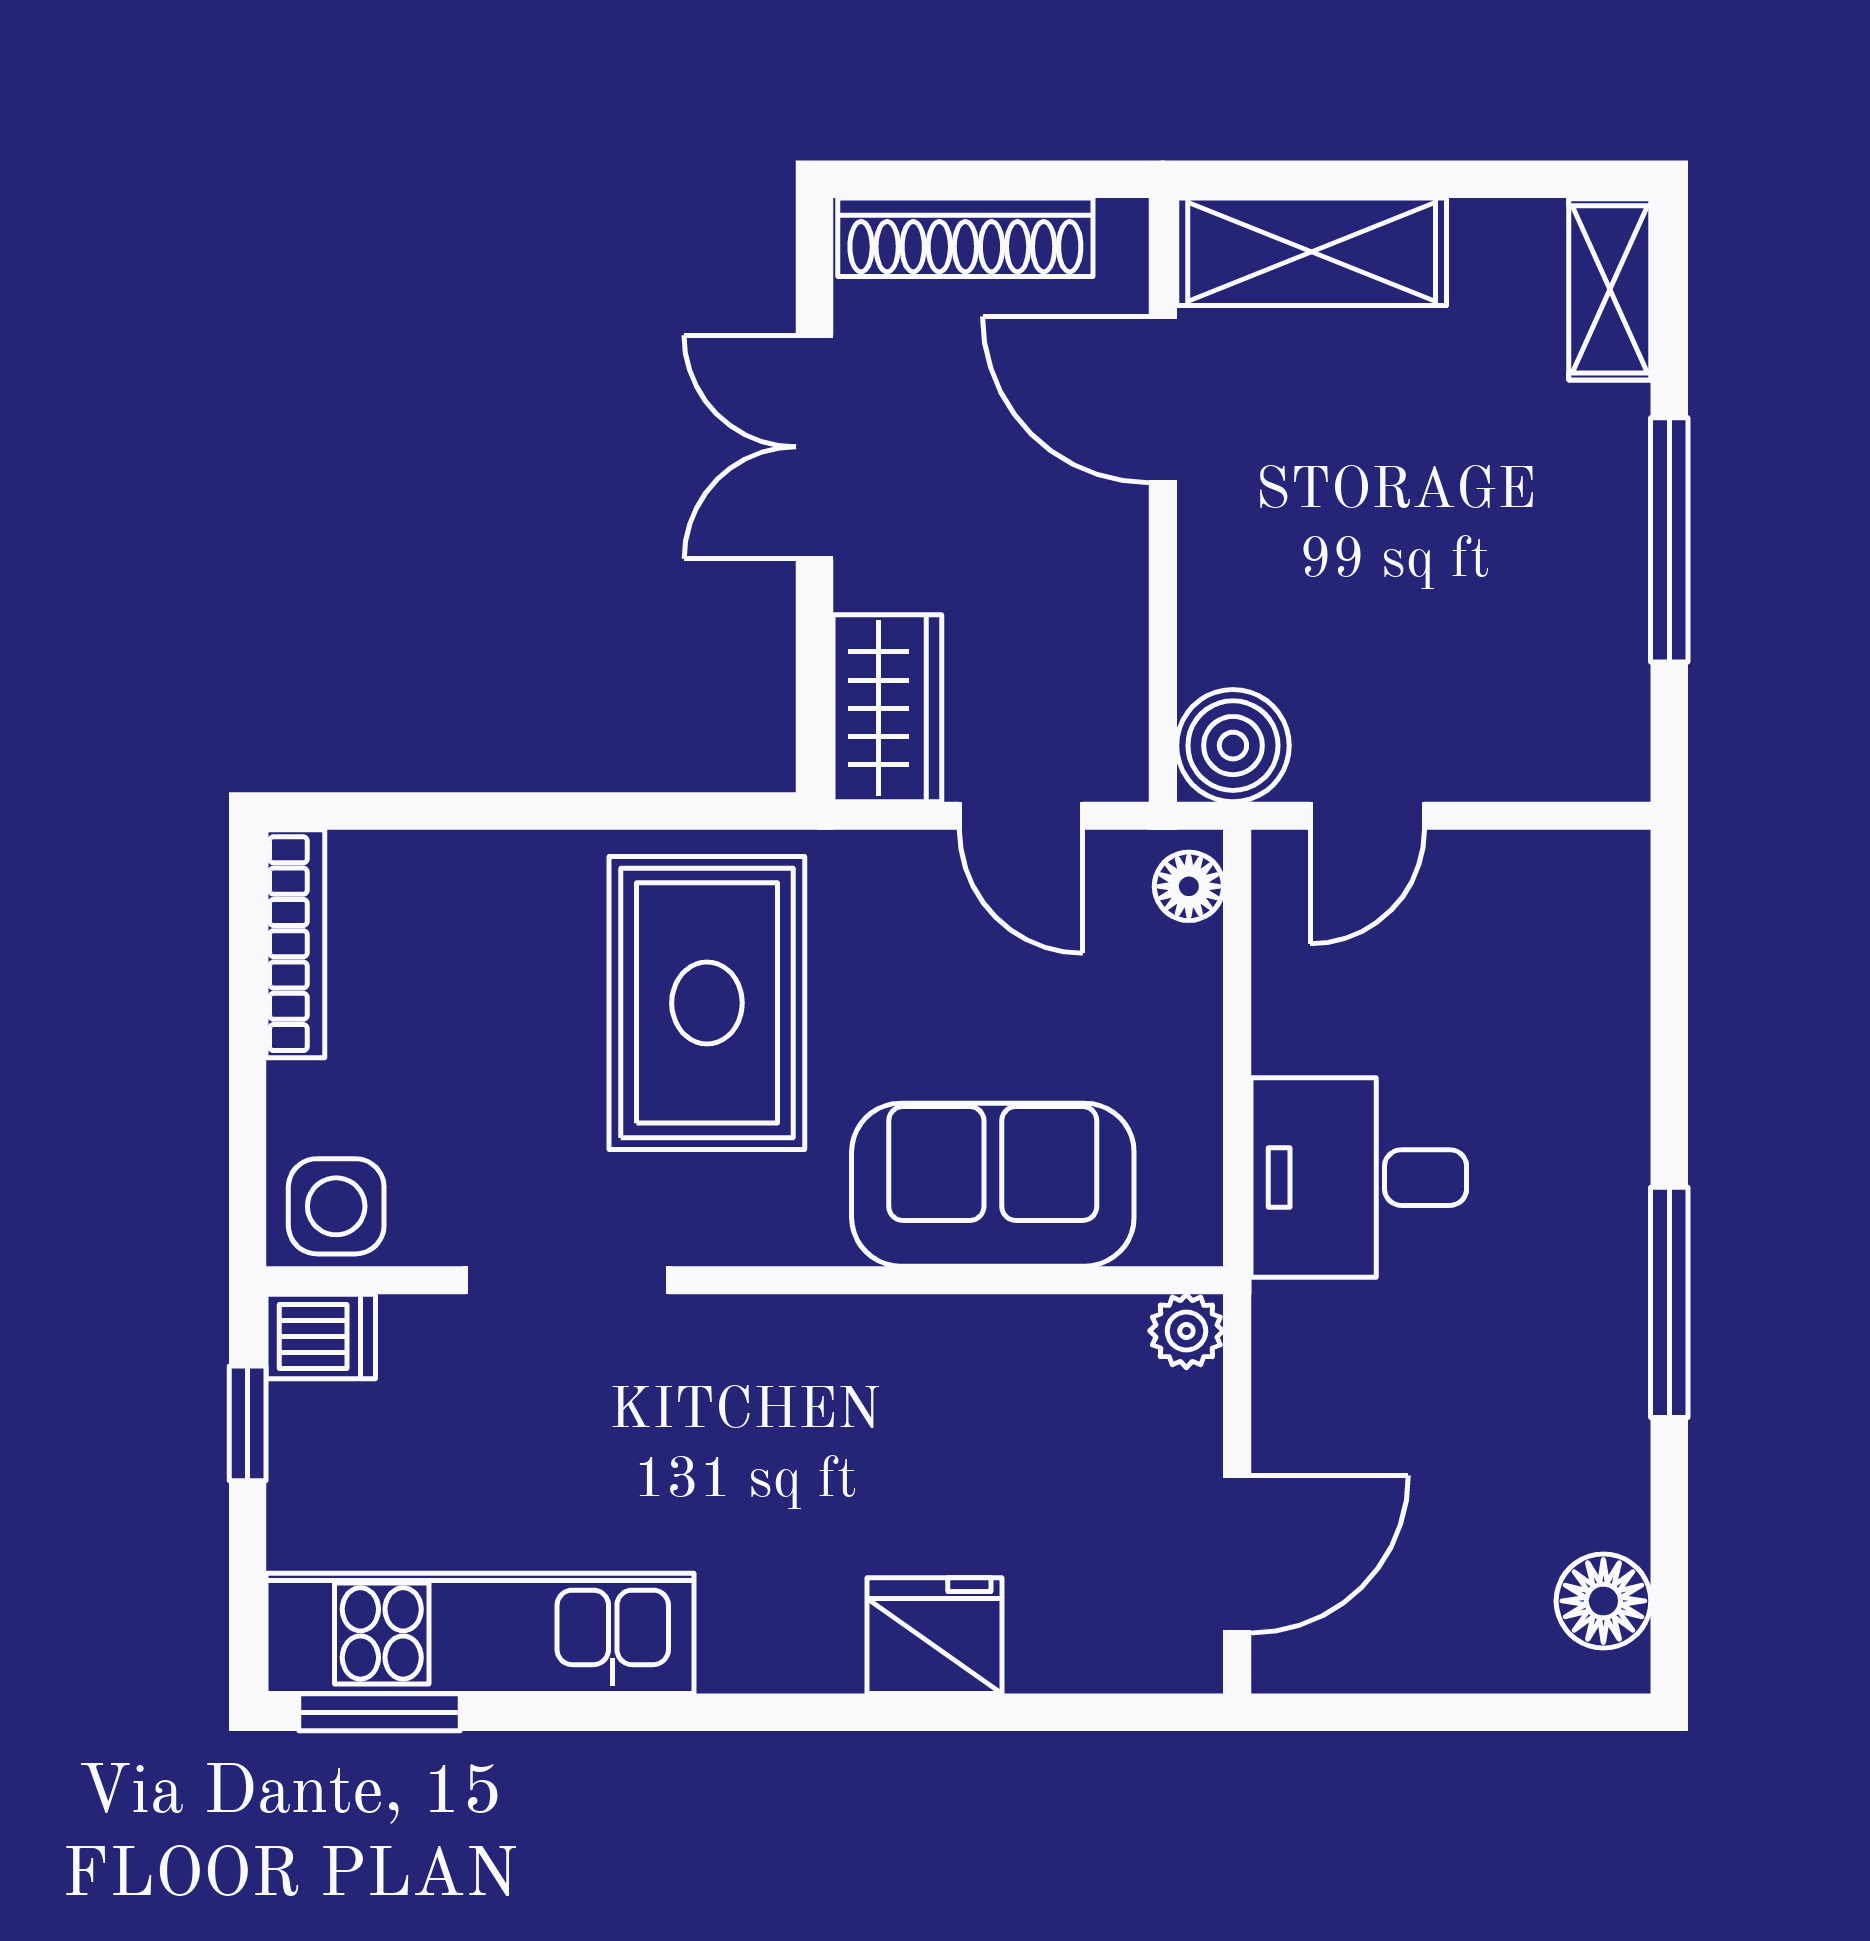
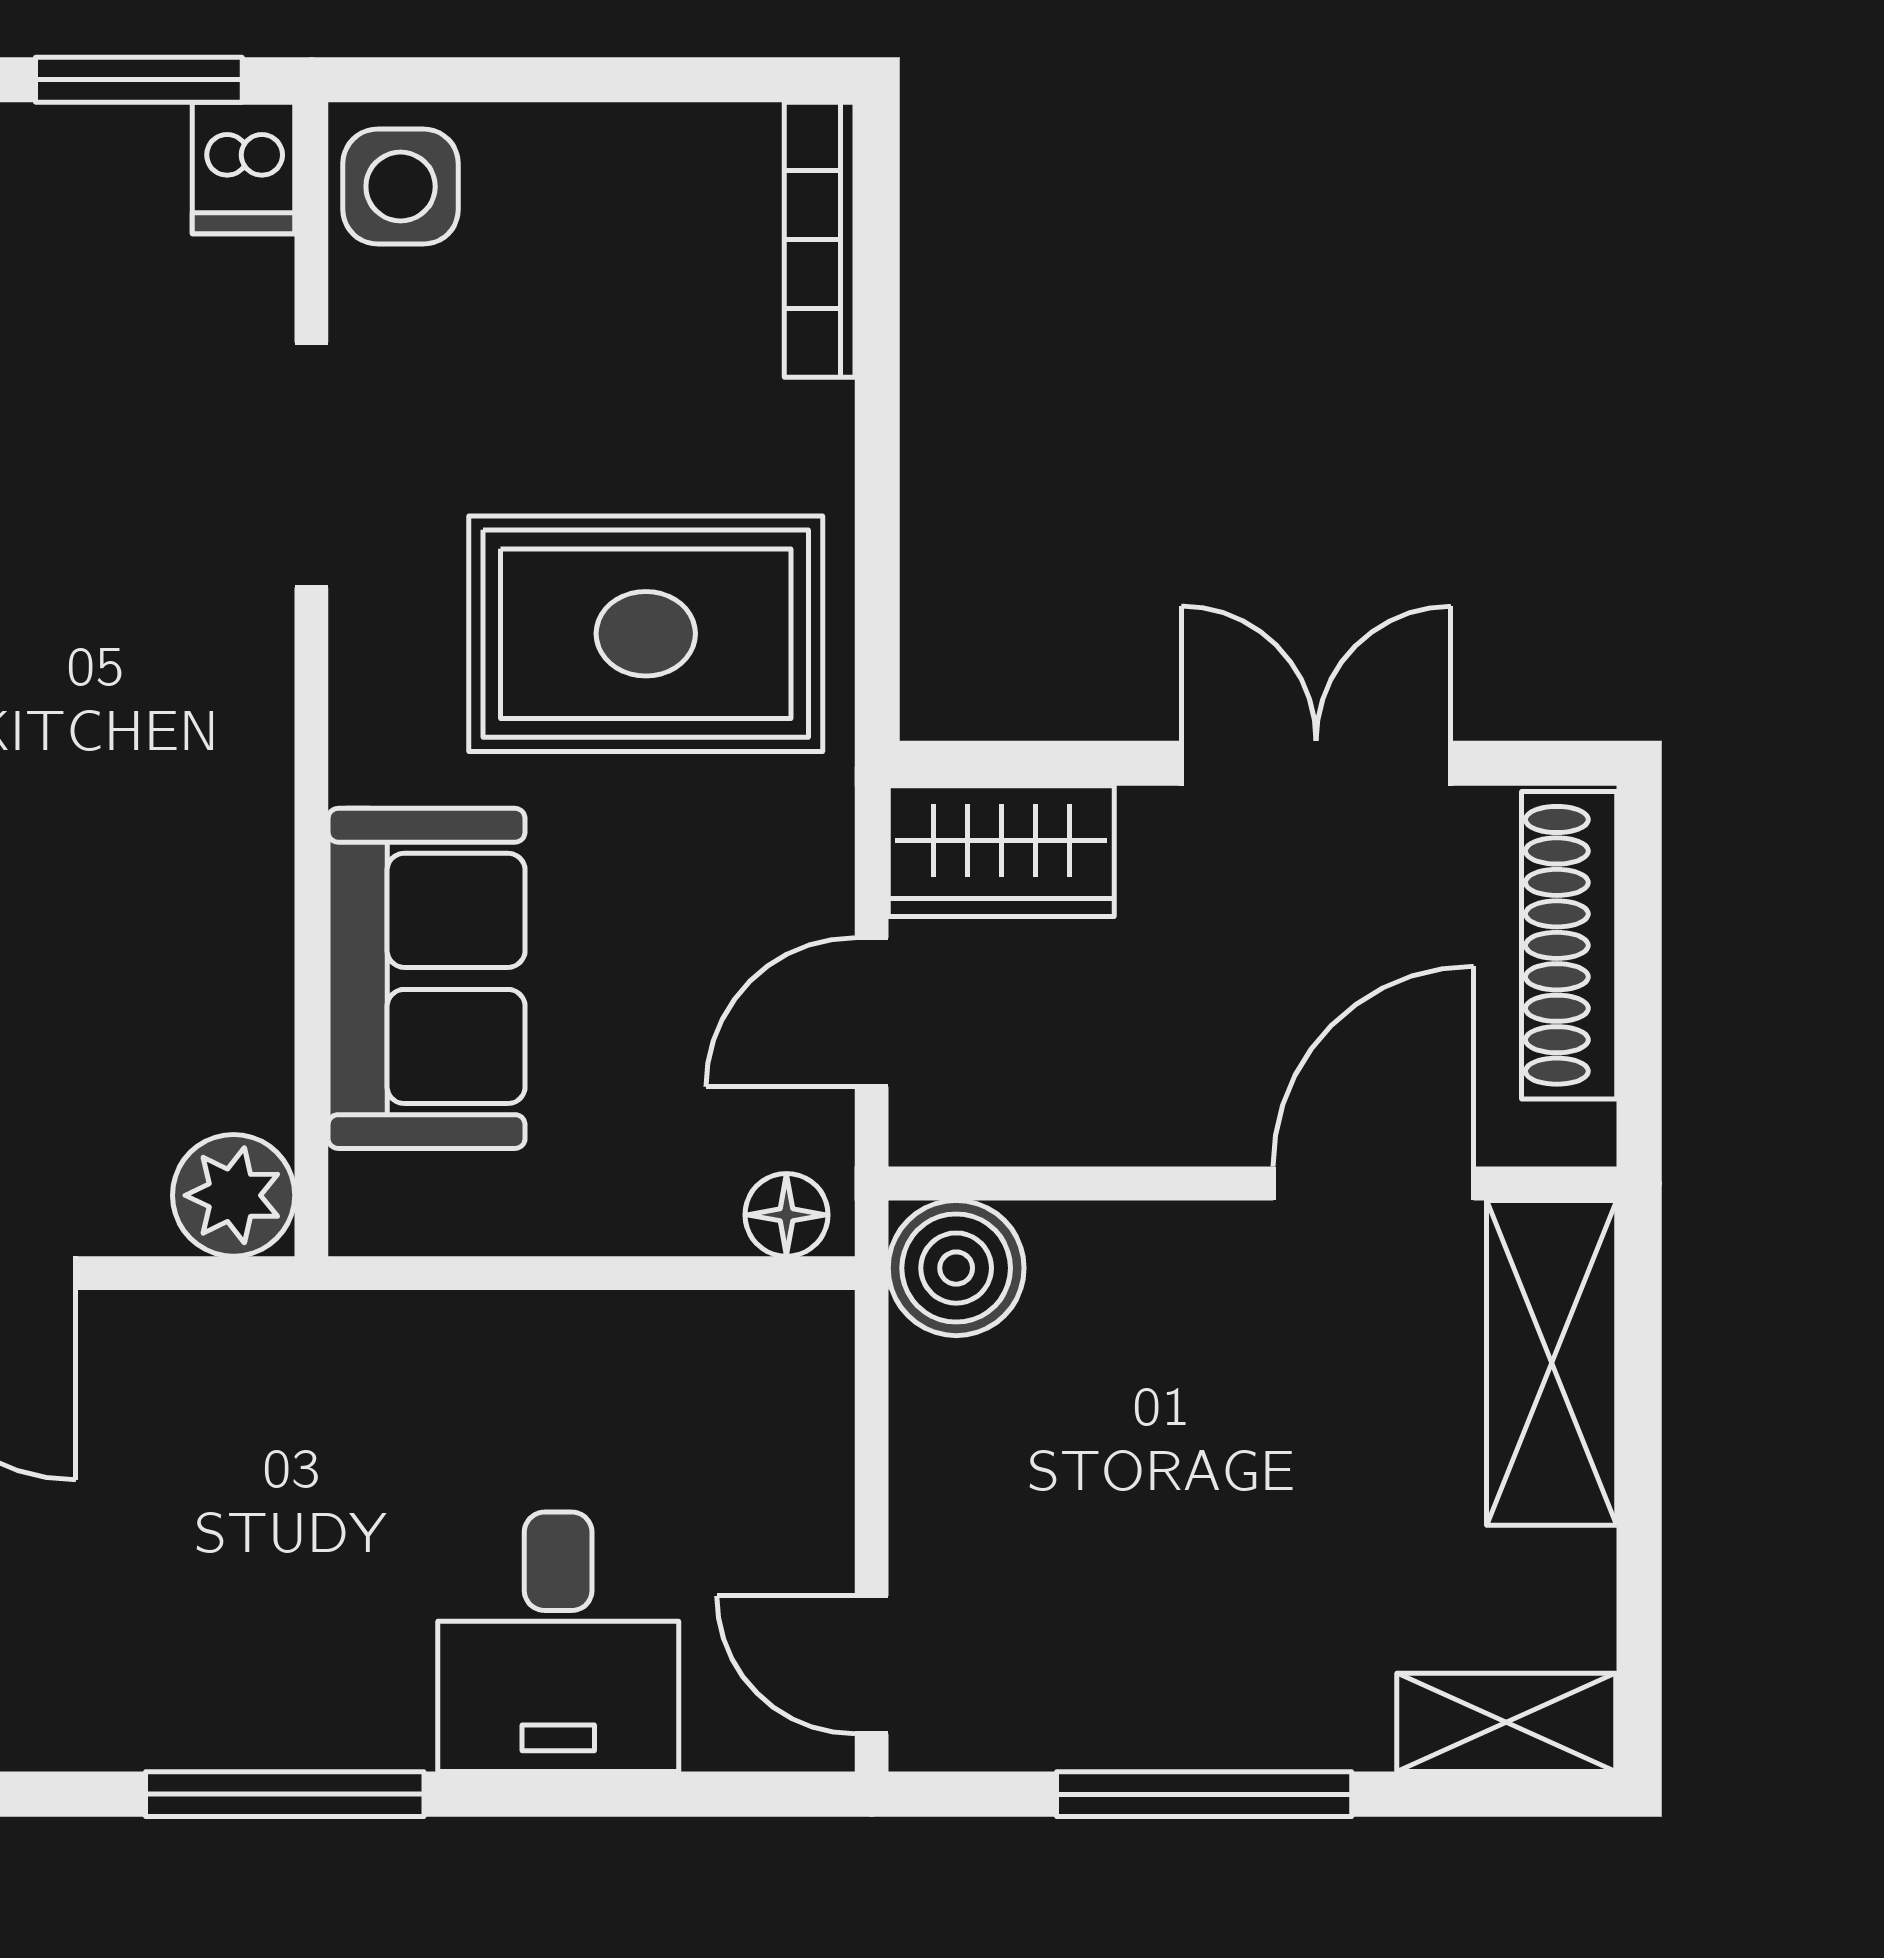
door: (1367, 816) -> (872, 1665), moved
bookcase: (295, 944) -> (820, 240), moved, turned 90
desk: (1359, 1178) -> (558, 1642), moved, turned 180
plant: (1186, 1331) -> (234, 1195), width x1.38, depth x1.38
window: (248, 1423) -> (139, 80), width x1.50

